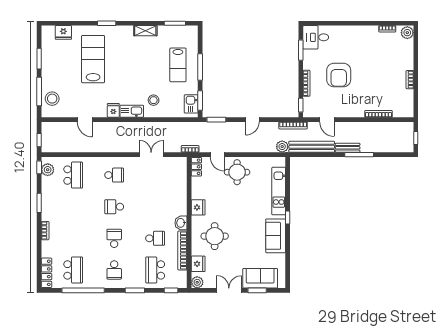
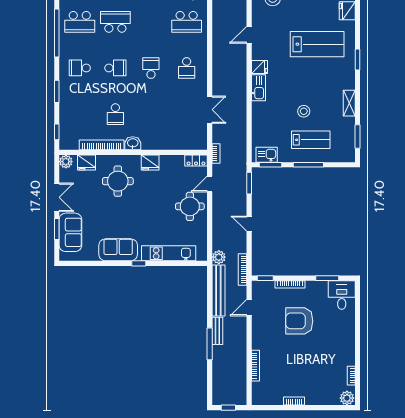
lab bench: (178, 65) -> (311, 140), turned 180
stool: (154, 100) -> (304, 111), moved
school desk: (155, 270) -> (115, 22), moved

